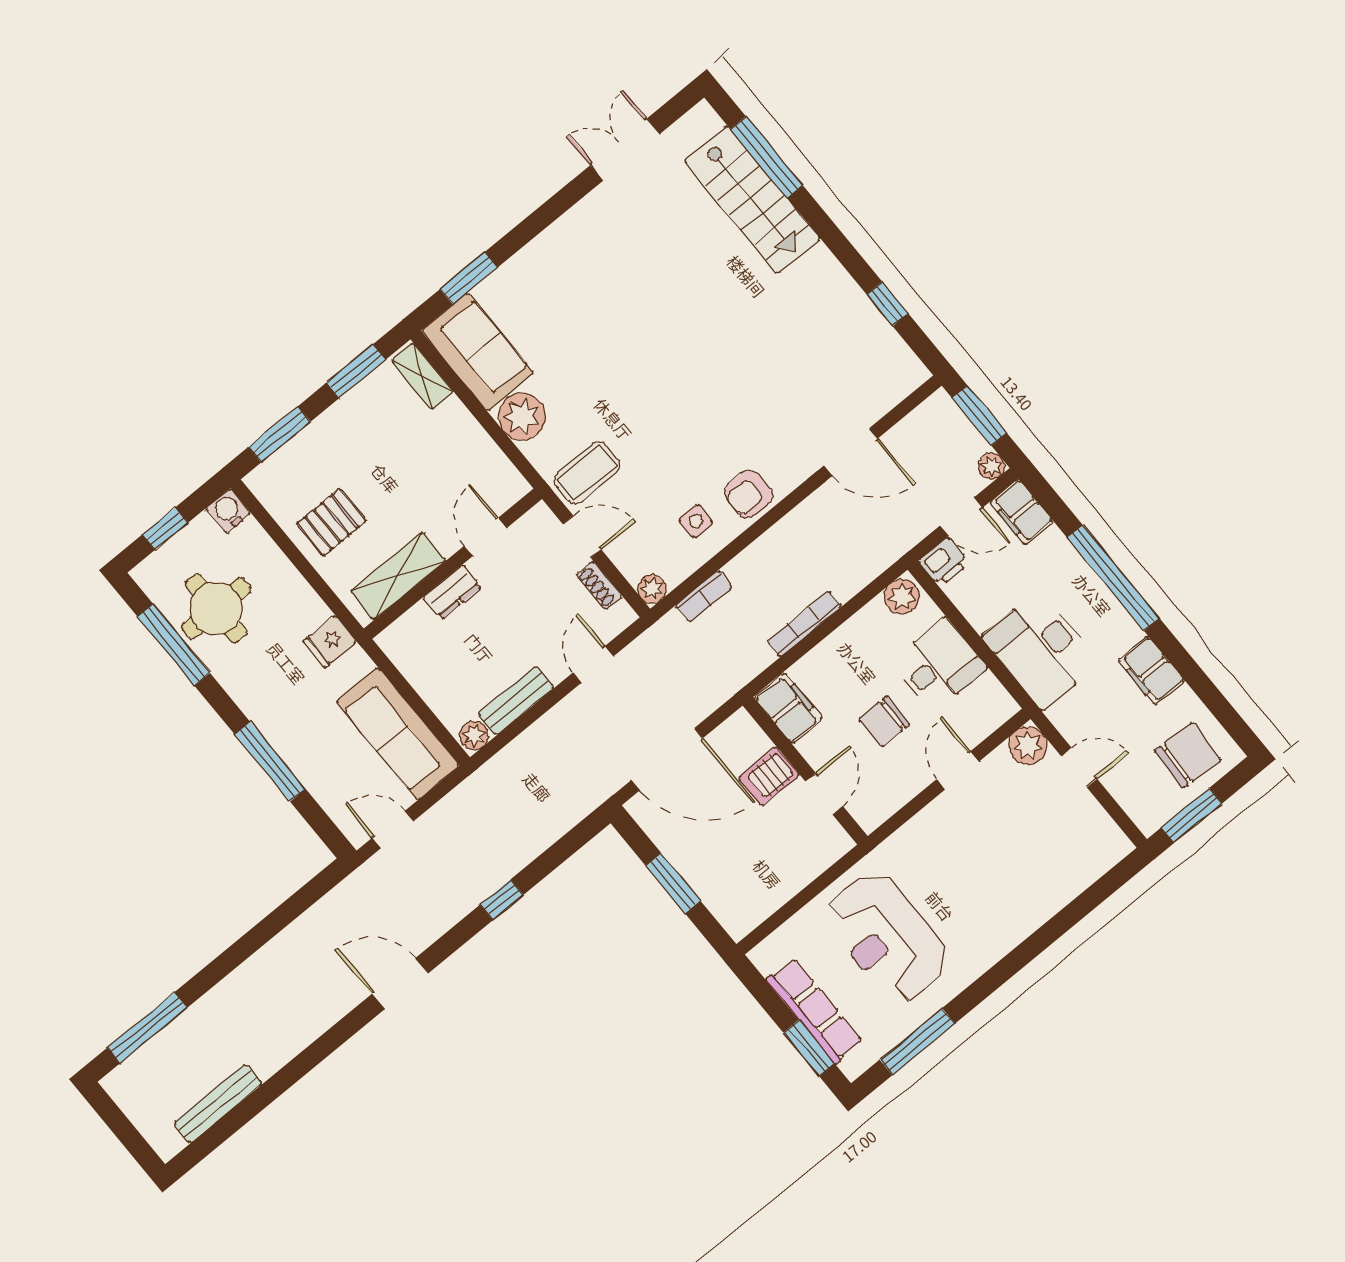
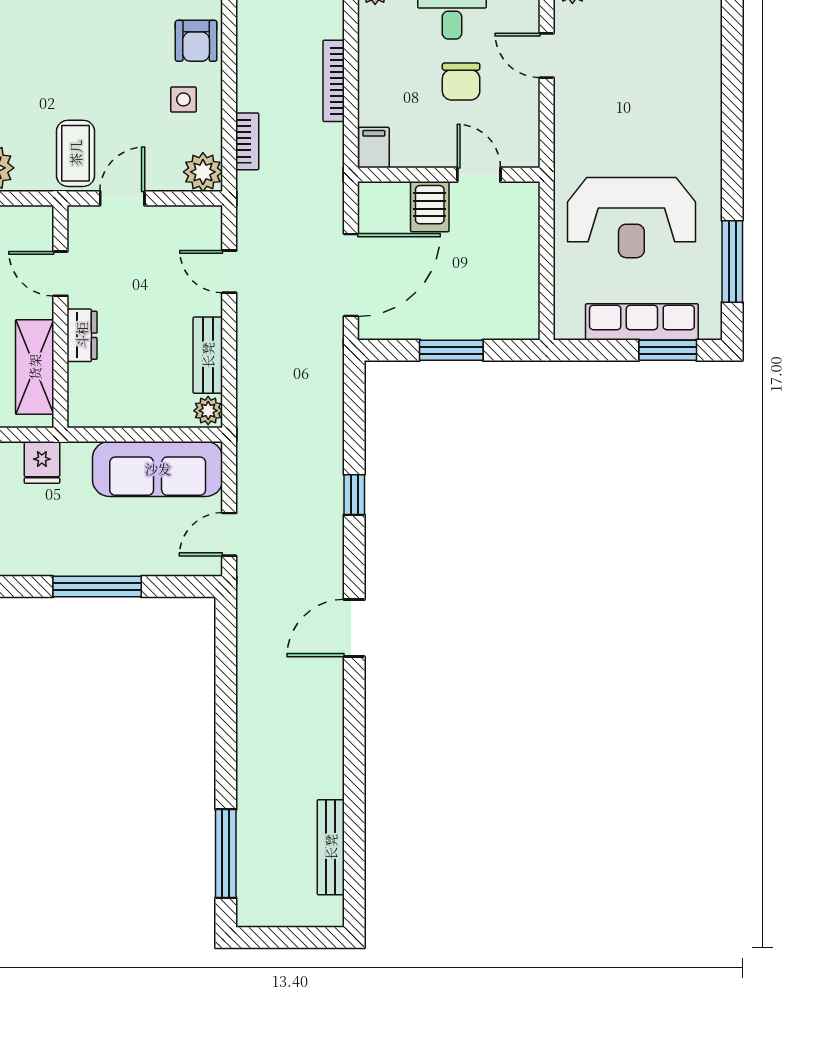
shoe rack: (599, 585) -> (171, 216), removed
plant: (652, 589) -> (203, 172), width x1.38, depth x1.38
filing cabinet: (788, 708) -> (374, 148), width x0.50

